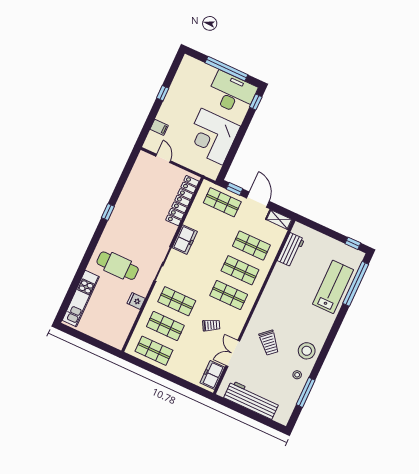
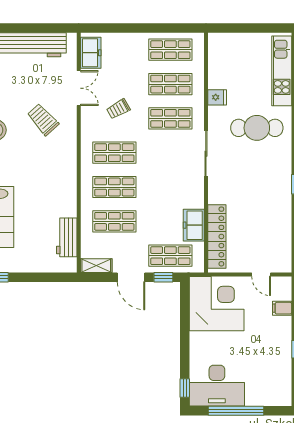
corner desk: (212, 137) -> (217, 304), moved
freezer: (185, 240) -> (194, 225), moved

